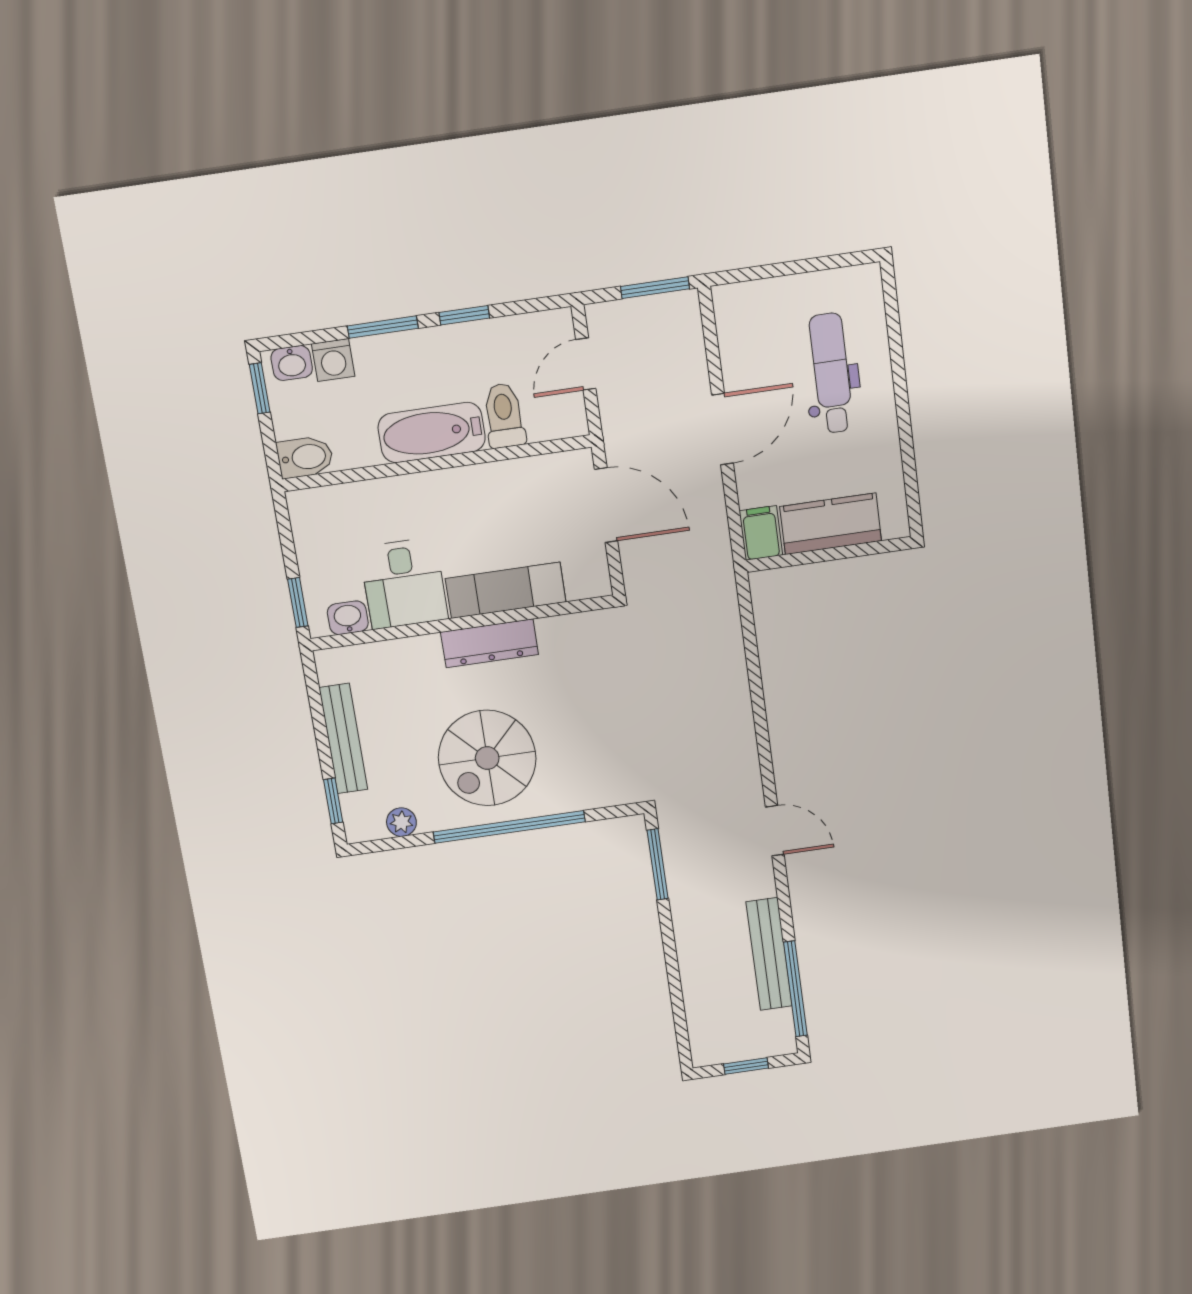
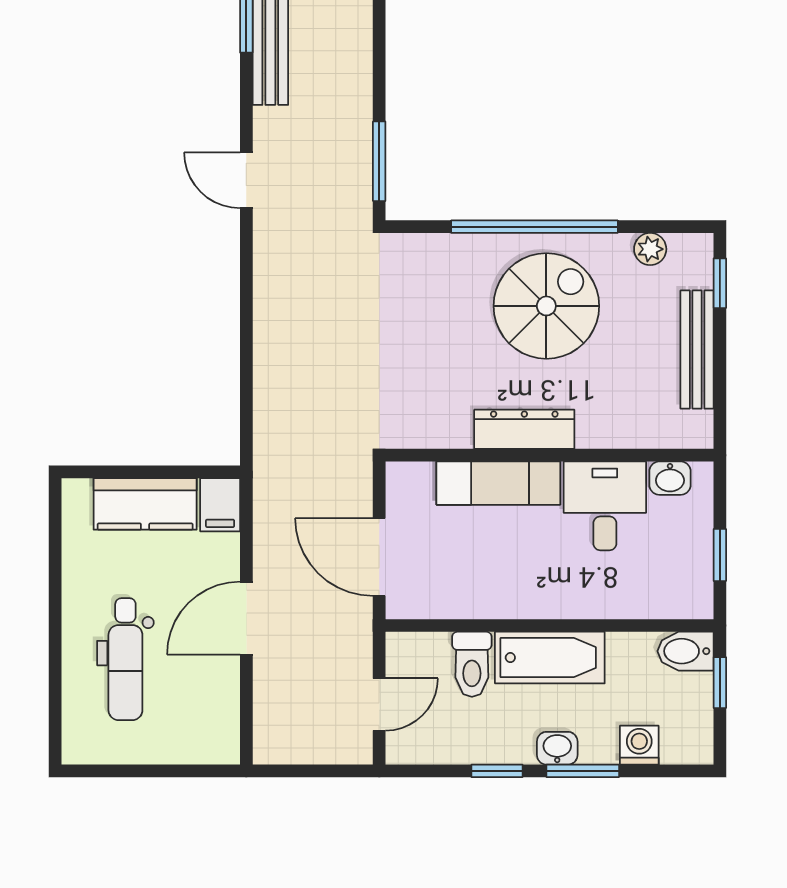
window: (655, 288) -> (297, 771), removed
washbasin: (292, 363) -> (557, 748), moved
window: (260, 388) -> (720, 683), moved
window: (298, 603) -> (720, 555), moved

